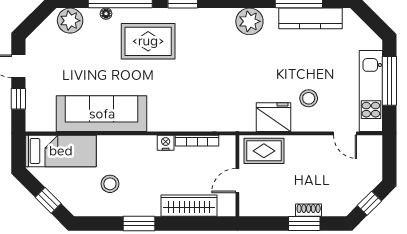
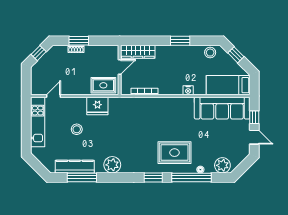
window: (389, 81) -> (26, 128), removed
stool: (309, 98) -> (77, 129), moved
sofa: (102, 114) -> (222, 108), moved
door: (345, 133) -> (54, 96), hinge flipped
nightstand: (166, 143) -> (188, 90), moved
stool: (110, 184) -> (210, 53), moved
wardrobe: (189, 206) -> (138, 52), moved

